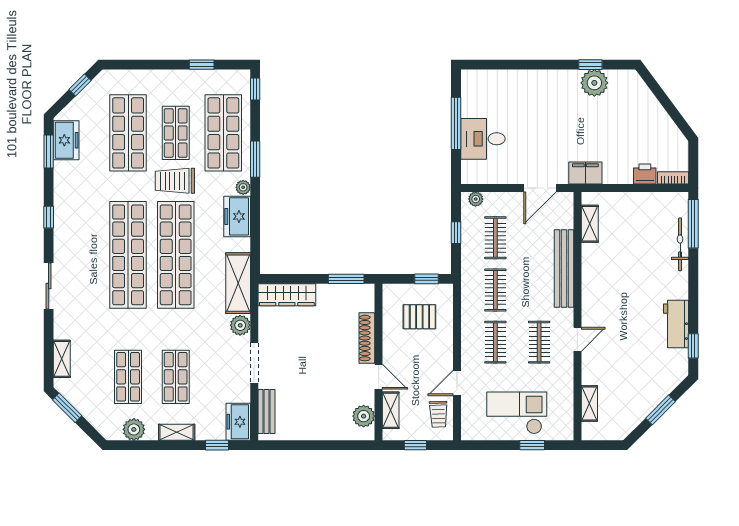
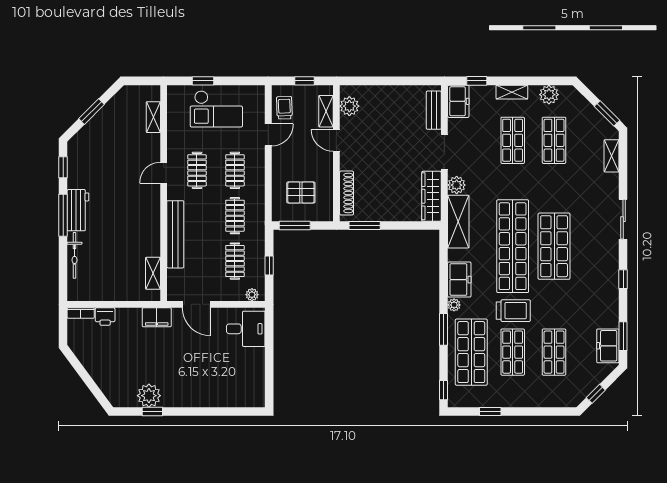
window: (456, 123) -> (269, 360), removed
shop shelf: (128, 133) -> (554, 352), width x0.70, depth x0.74
desk: (483, 139) -> (246, 329), moved
door: (540, 188) -> (196, 304), swing flipped
window: (693, 224) -> (63, 215), moved
shop shelf: (128, 255) -> (554, 246), width x0.71
window: (427, 279) -> (295, 225), width x1.50
wardrobe: (287, 295) -> (431, 196), moved, turned -90
workbench: (676, 324) -> (78, 210), moved
shoe rack: (367, 338) -> (347, 193), moved

